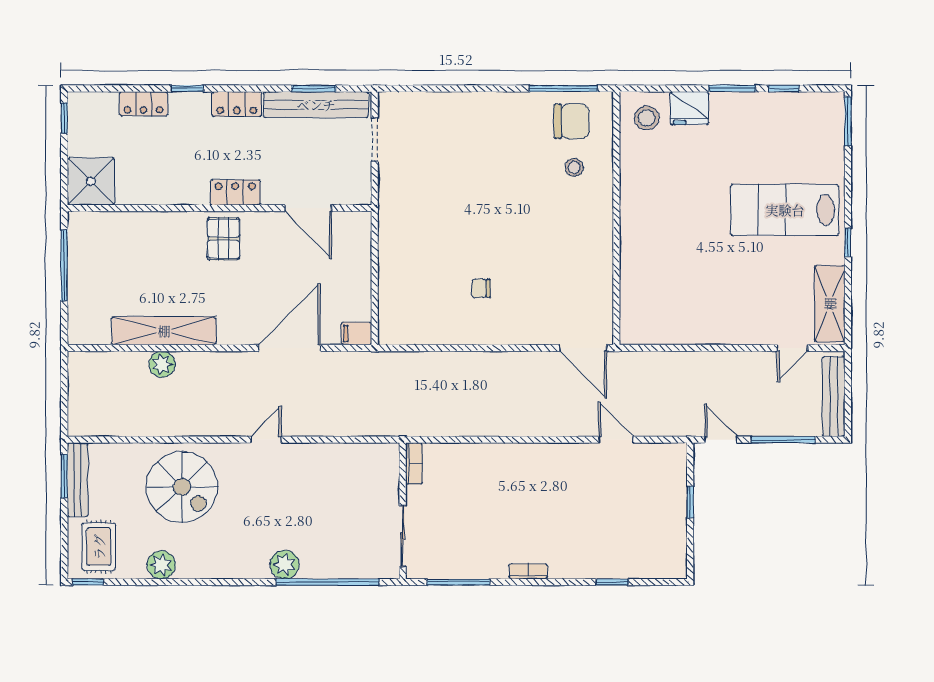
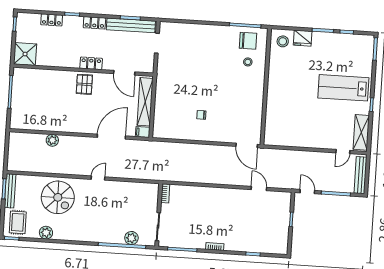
shelving: (164, 331) -> (145, 102), moved, turned 90
plant: (285, 565) -> (131, 238), moved

